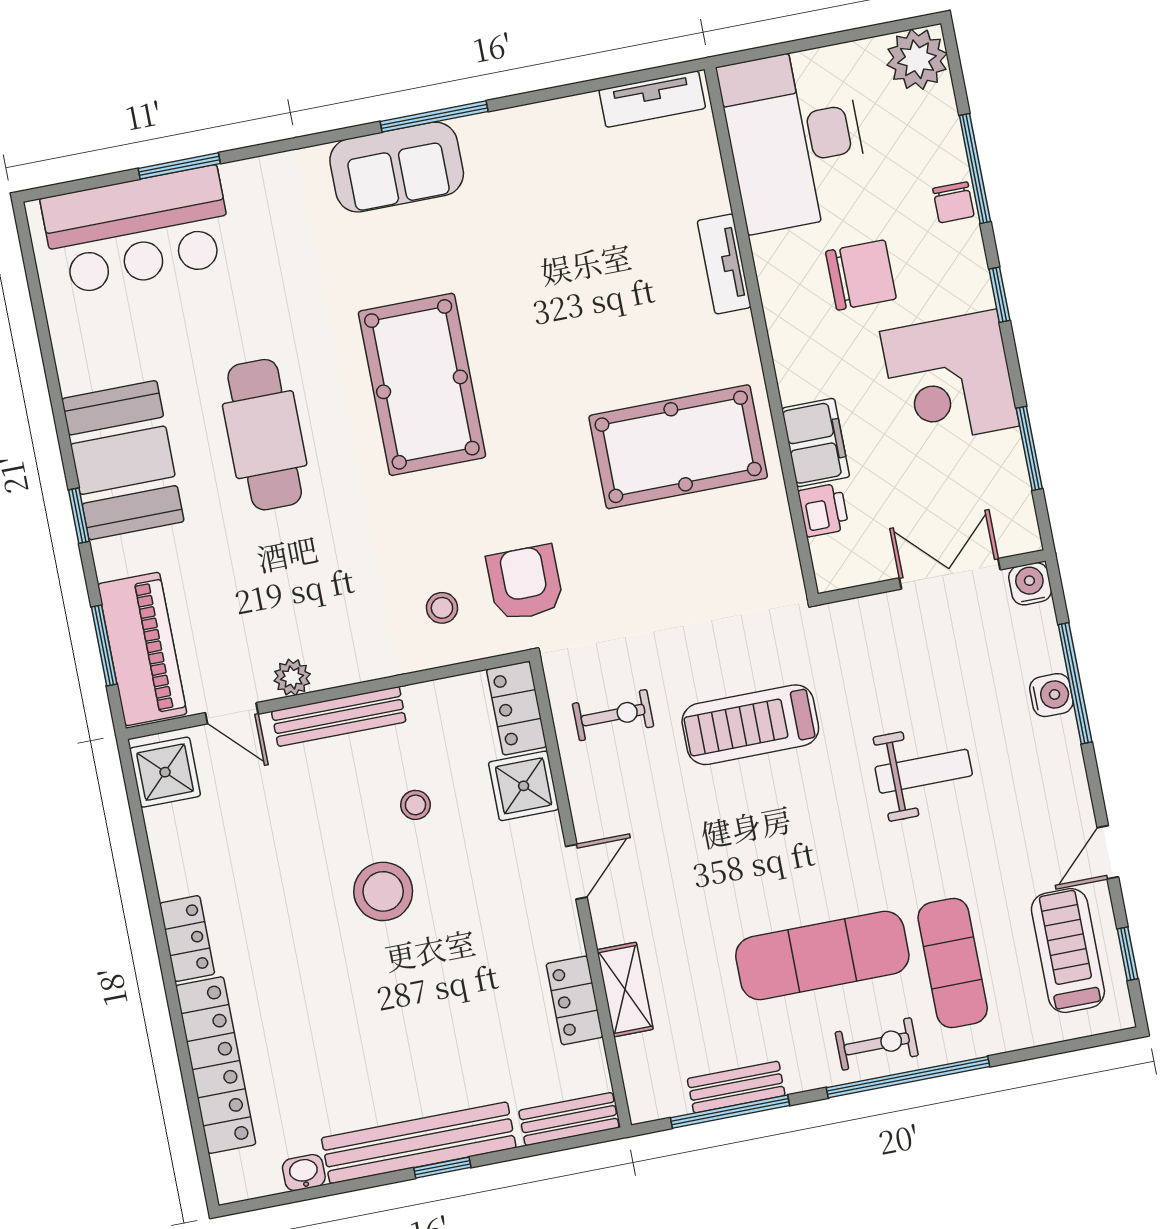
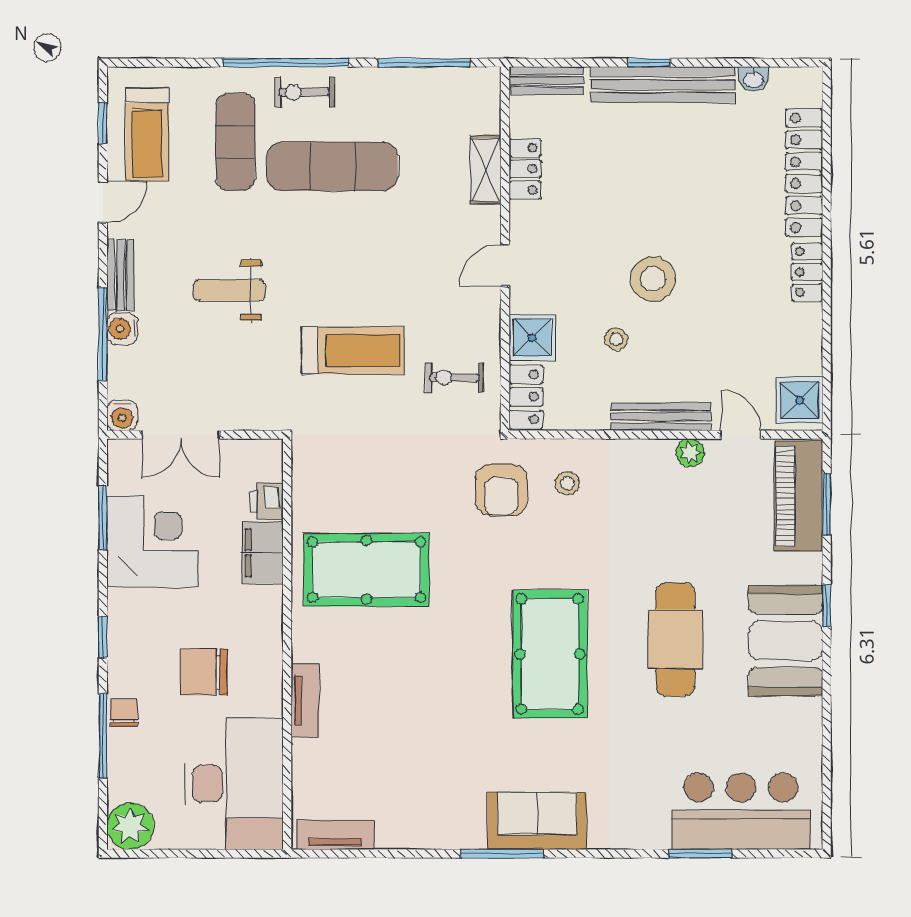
corner desk: (950, 379) -> (153, 541), moved
bench: (736, 1087) -> (120, 275), moved, turned 90

